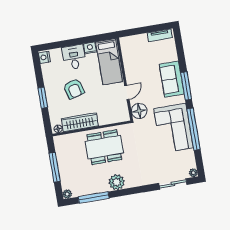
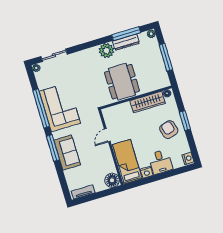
armchair: (74, 89) -> (169, 130), moved
floor lamp: (139, 111) -> (112, 180), moved
dining table: (104, 147) -> (122, 82), turned 90
dresser: (95, 188) -> (126, 42), added

